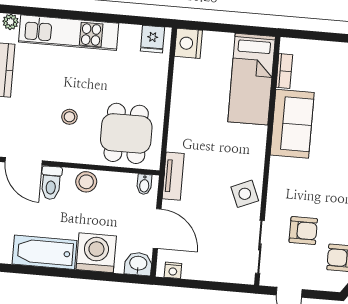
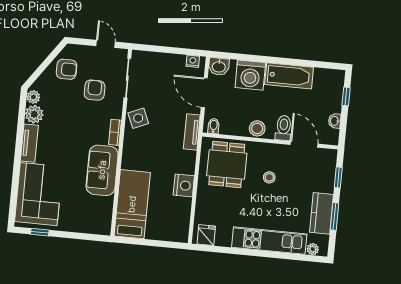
nightstand: (188, 43) -> (184, 185), moved
bookcase: (284, 71) -> (115, 132), moved
armchair: (303, 231) -> (95, 90), turned 90

